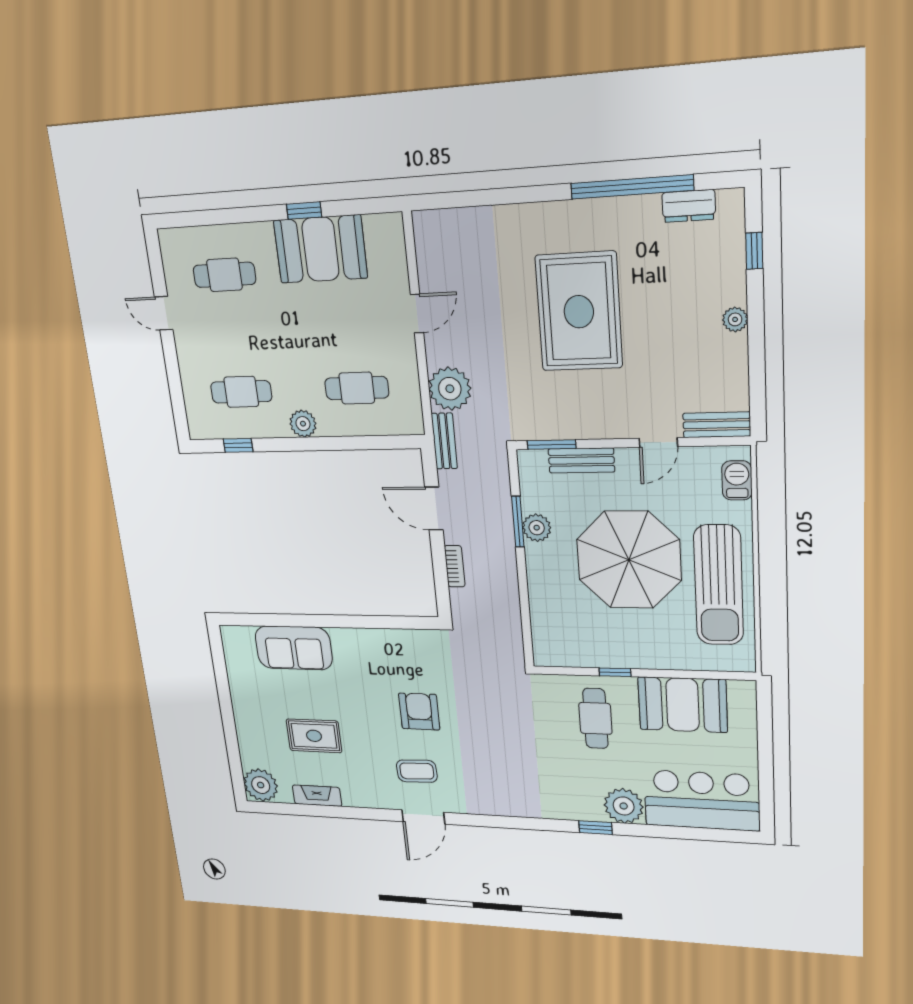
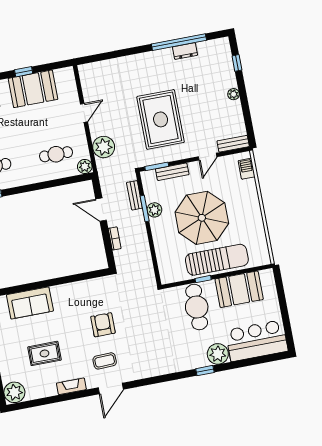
dresser: (689, 206) -> (185, 51), moved
rug: (579, 312) -> (161, 119), moved
plant: (303, 424) -> (85, 166), moved
bench: (444, 441) -> (134, 195), moved
sun lounger: (719, 585) -> (217, 260), moved, turned -90
cafe table: (595, 718) -> (197, 307), width x1.37, depth x1.35
fireplace: (317, 796) -> (71, 386), moved

